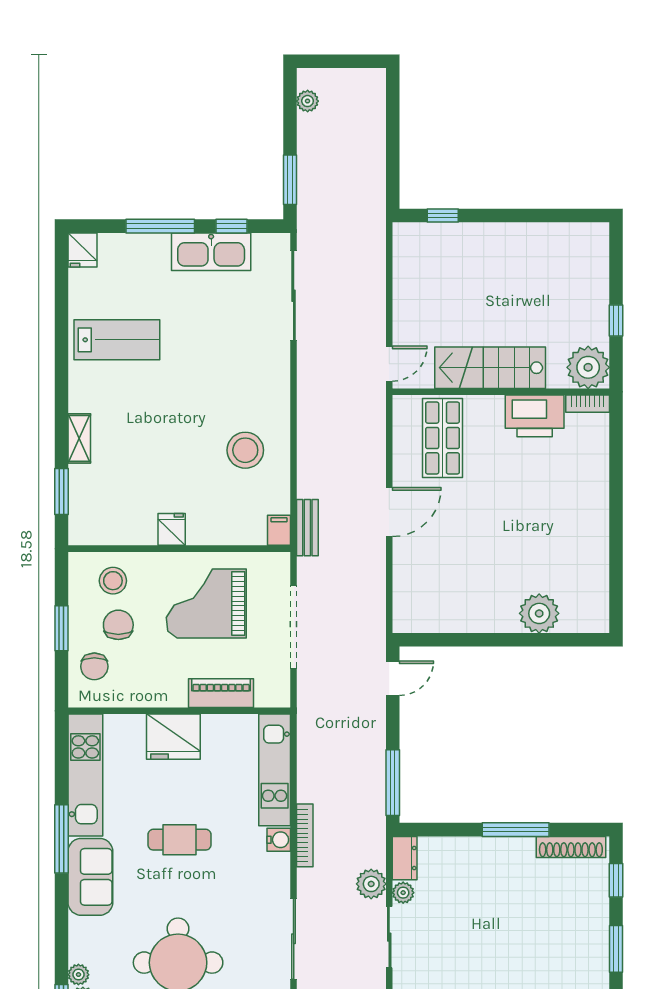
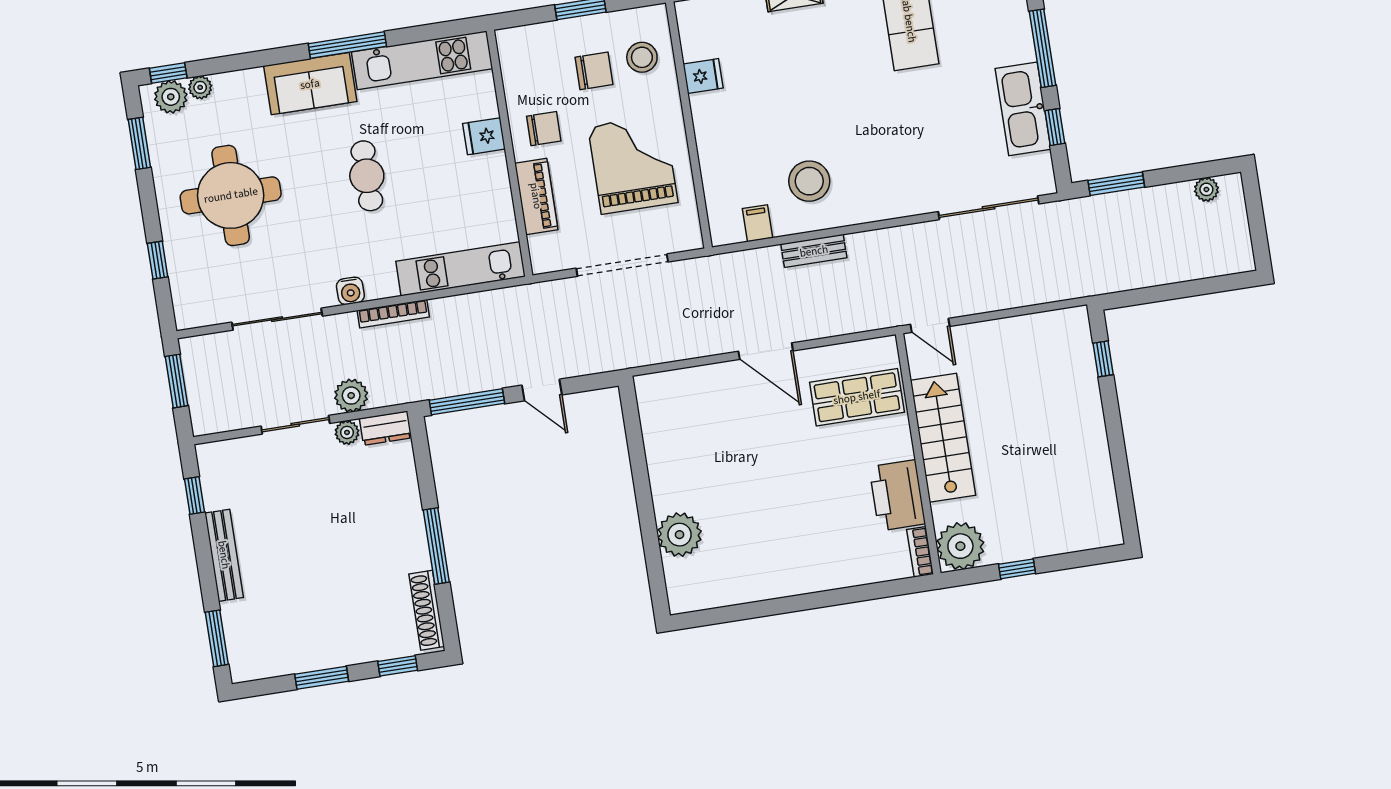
bench: (307, 528) -> (814, 251), moved
fridge: (172, 529) -> (703, 76), moved
filing cabinet: (279, 530) -> (757, 223), moved, turned -90
chair: (94, 666) -> (544, 129), moved, turned 180
door: (393, 678) -> (542, 390), moved
fridge: (173, 737) -> (484, 136), width x0.53, depth x0.75
water cooler: (279, 840) -> (350, 291), moved

